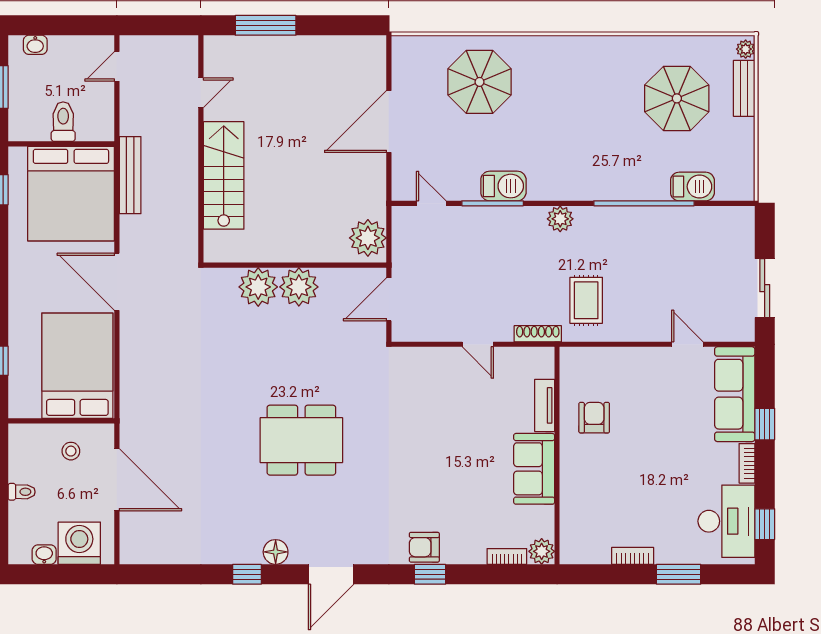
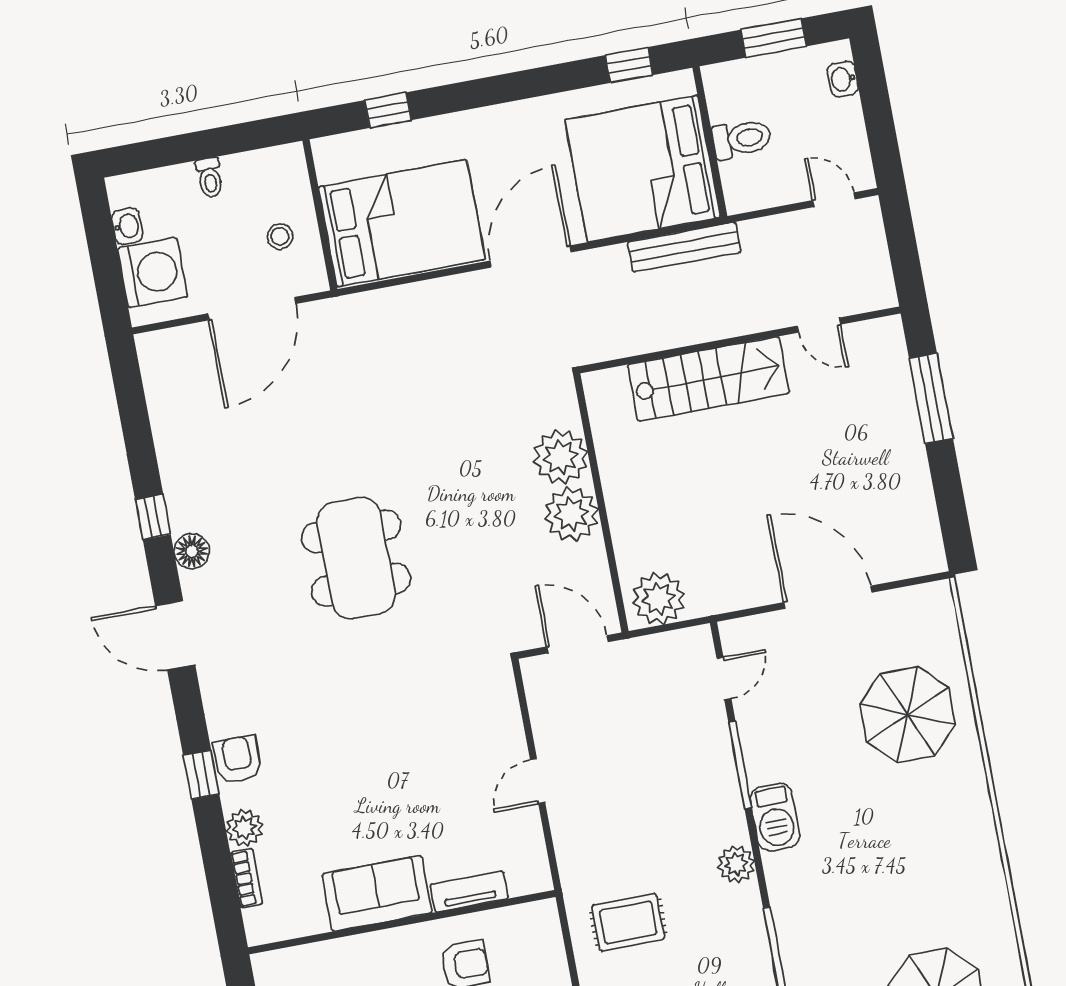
barbecue: (503, 186) -> (775, 817), moved
shoe rack: (538, 334) -> (568, 863), removed
plant: (542, 551) -> (244, 828), moved

